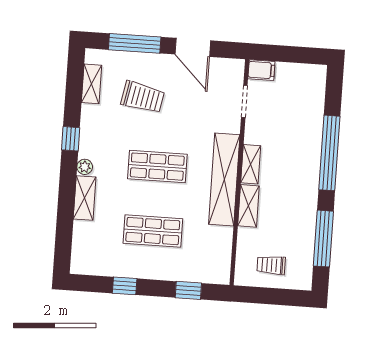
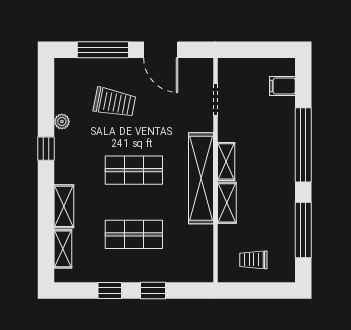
filing cabinet: (261, 70) -> (282, 86), moved, turned 180
shelving: (91, 84) -> (63, 249), moved
plant: (85, 167) -> (62, 121), moved
window: (188, 290) -> (153, 291), moved

